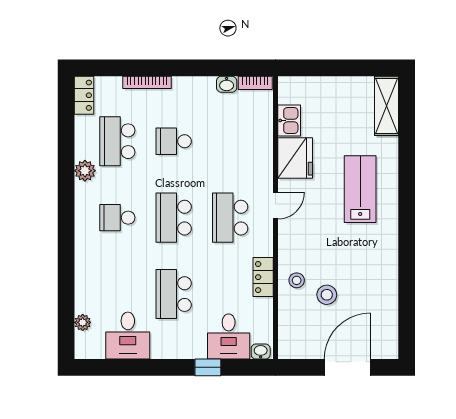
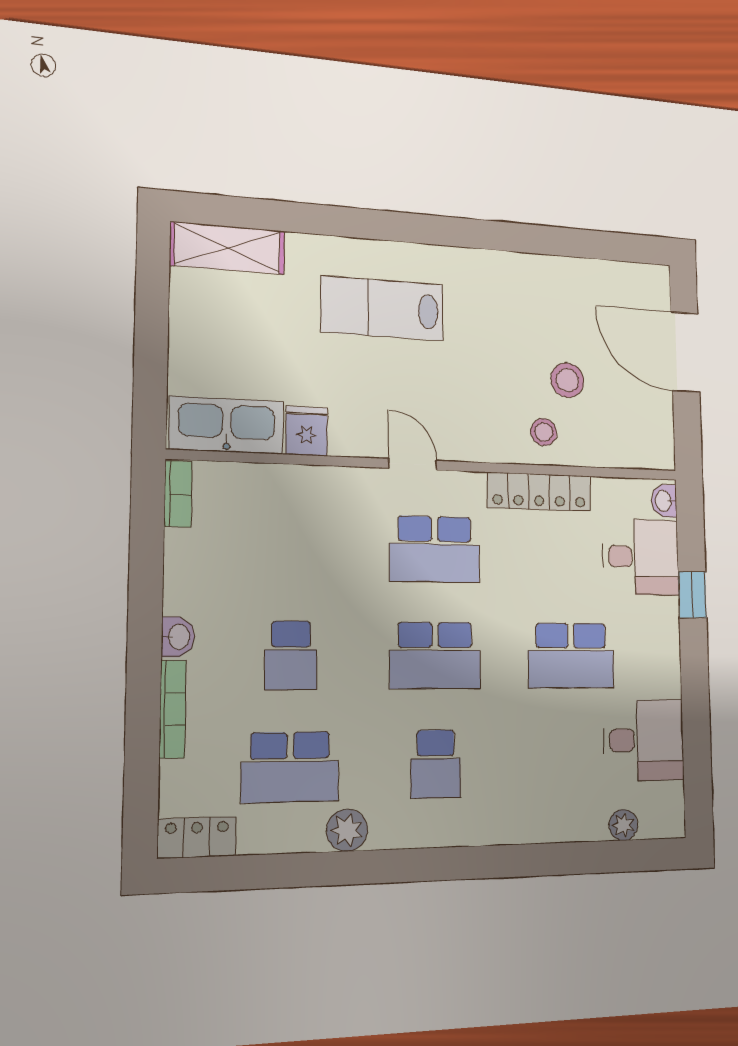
washbasin: (227, 84) -> (178, 637), moved
kitchen sink: (289, 121) -> (227, 425), width x1.88, depth x1.24
fridge: (295, 158) -> (307, 431), width x0.53, depth x0.75
locker: (263, 277) -> (539, 492), width x1.53

